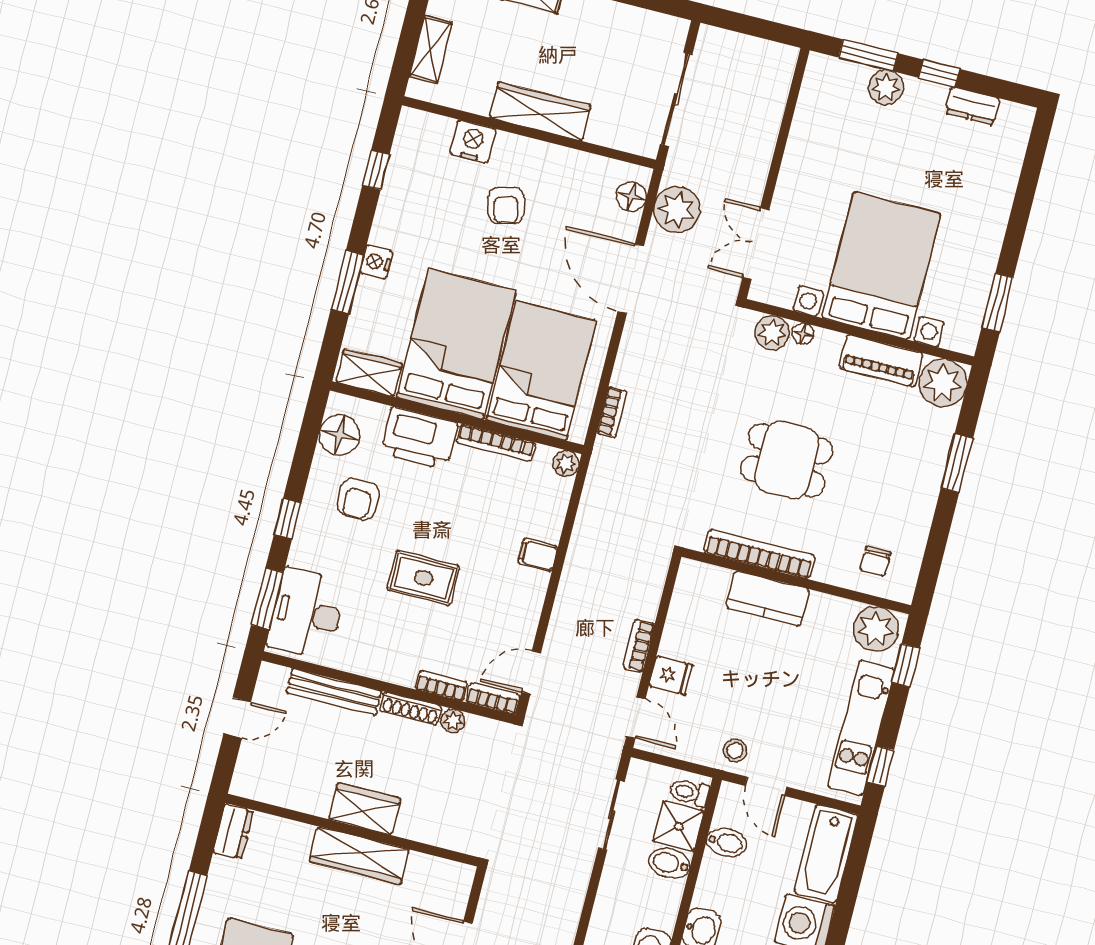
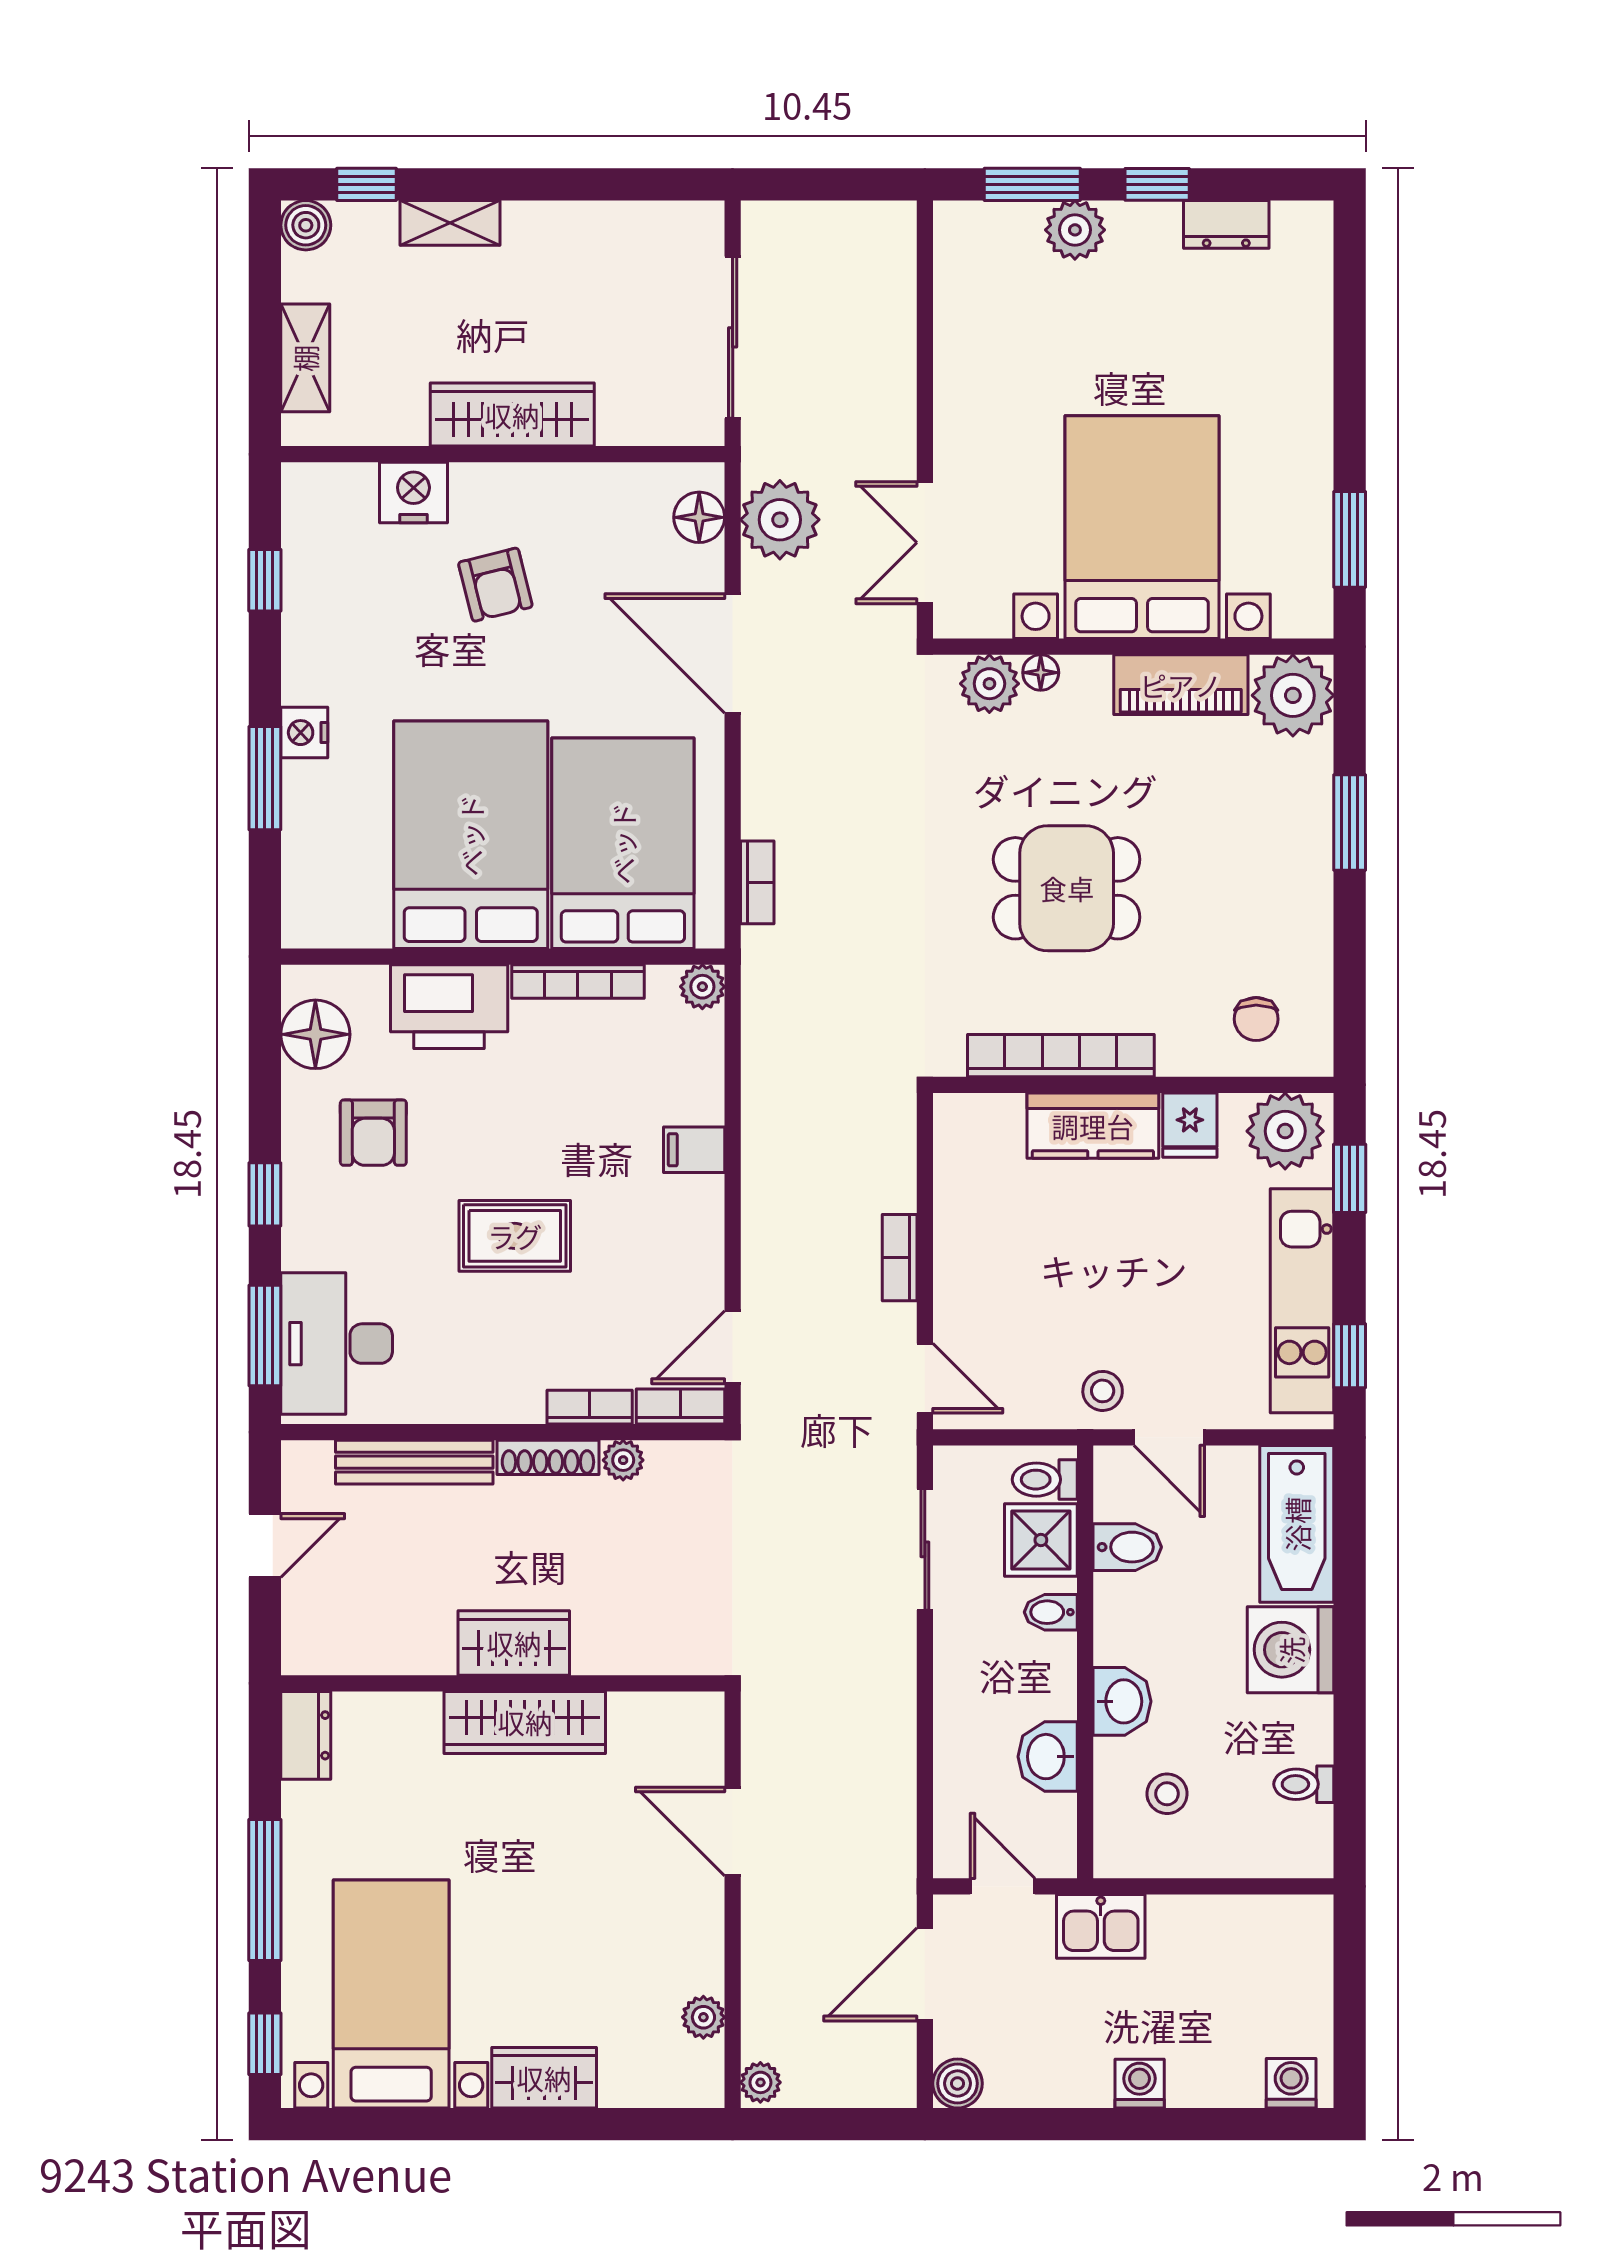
wardrobe: (369, 373) -> (338, 919), removed
fridge: (671, 675) -> (1190, 1125), moved, turned 90
bidet: (669, 863) -> (1051, 1612), width x0.72, depth x0.74

